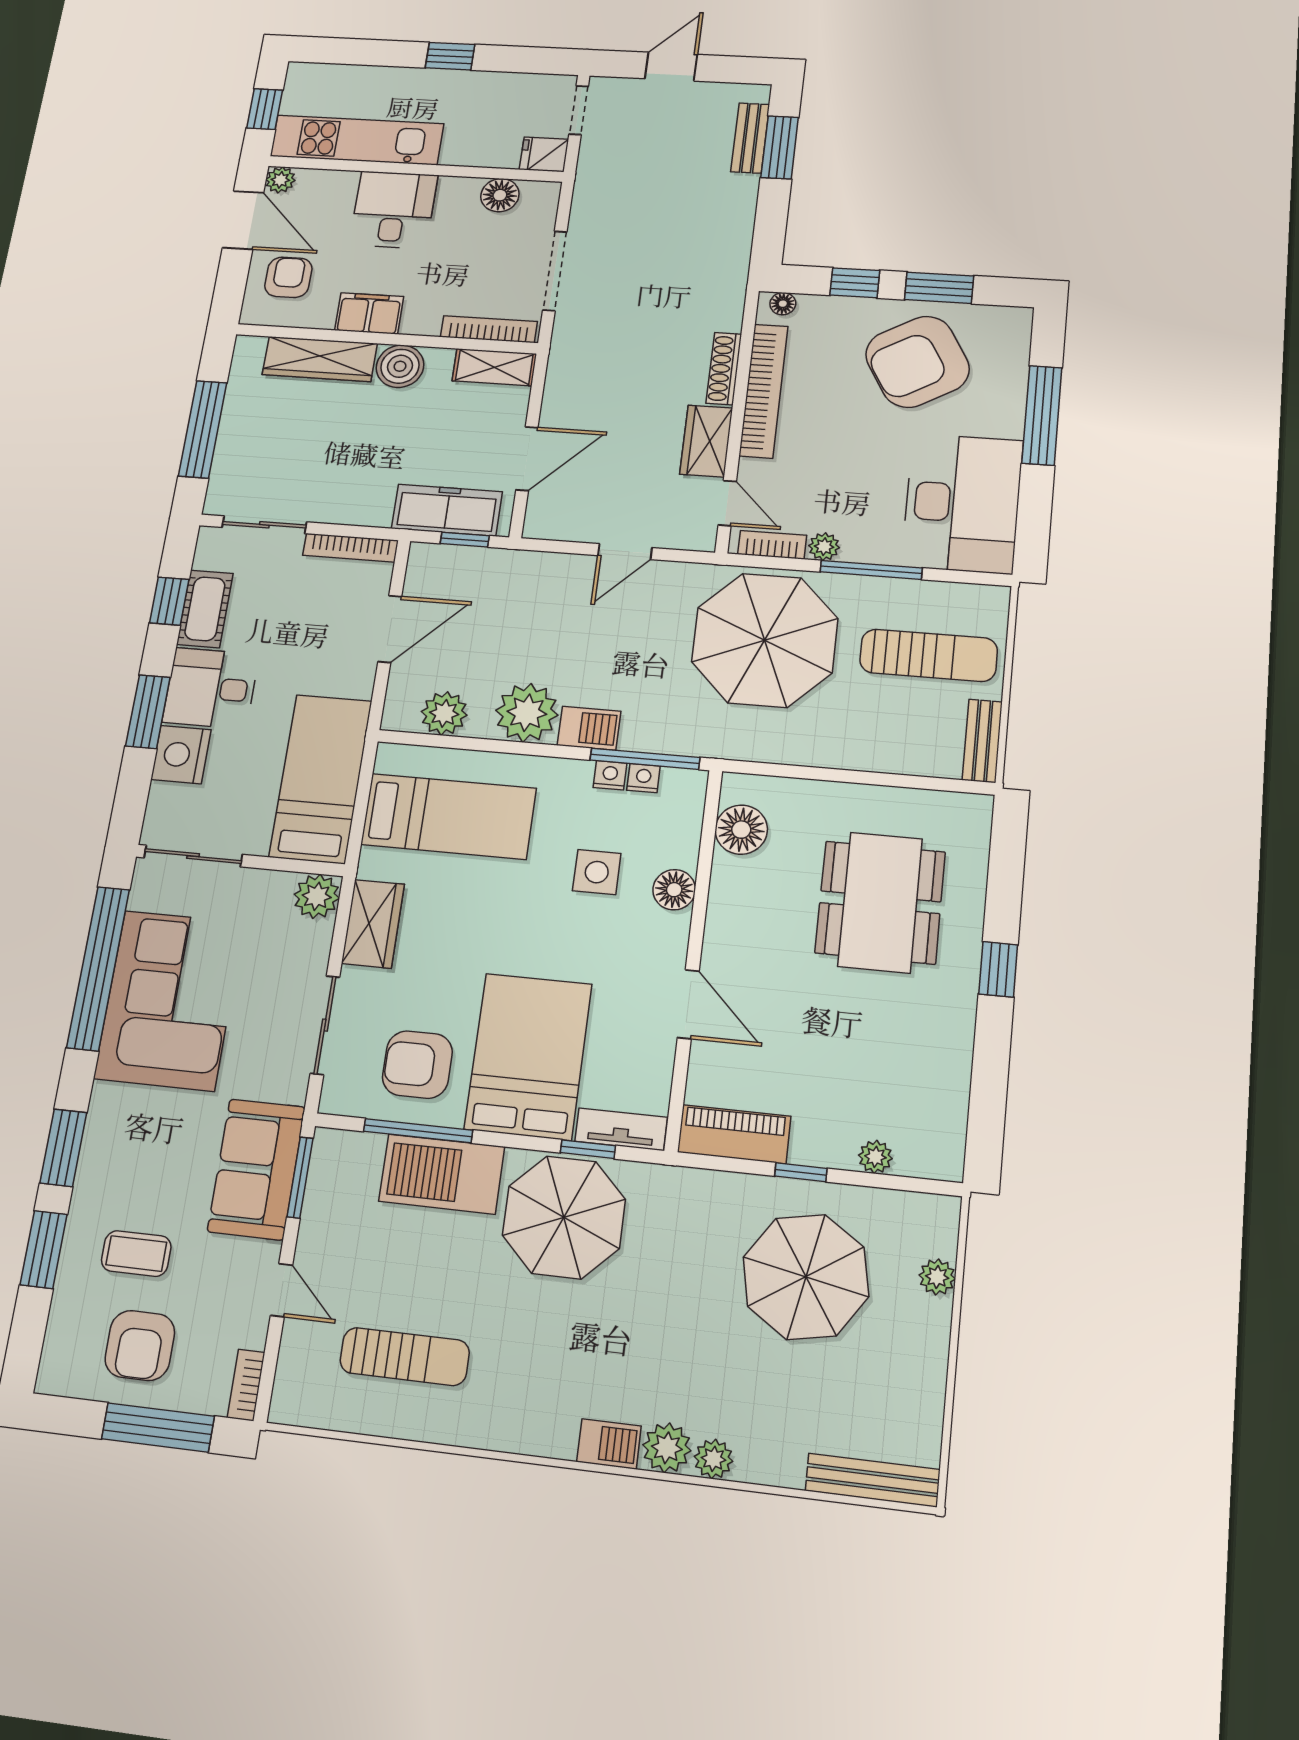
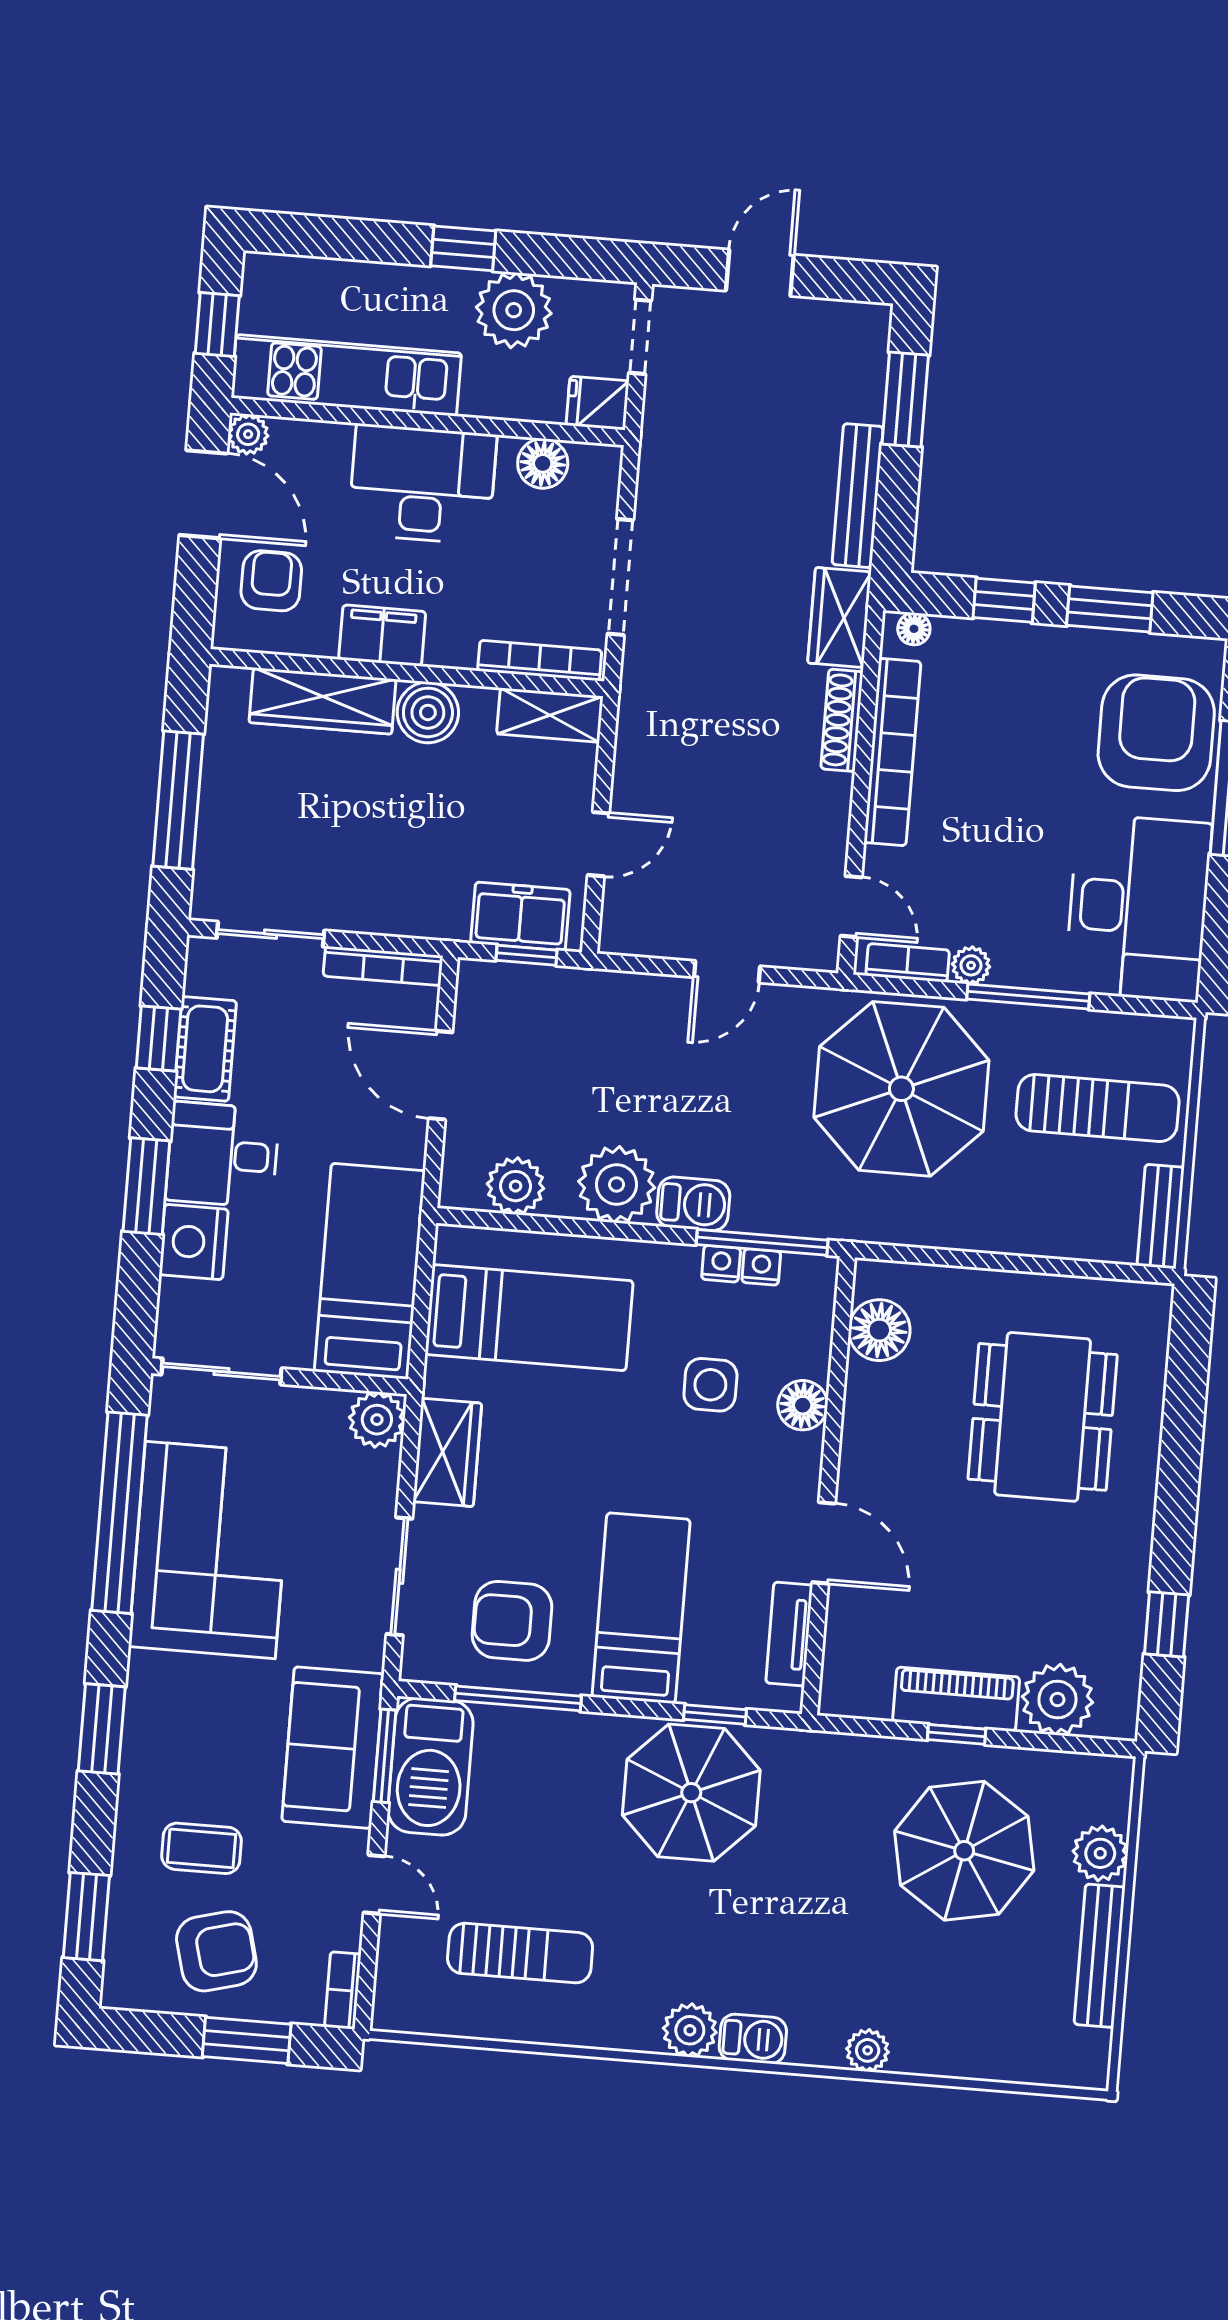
plant: (485, 95) -> (514, 310), added
bench: (750, 138) -> (858, 496), moved, width x1.36
desk: (394, 210) -> (422, 484), width x1.37
armchair: (917, 362) -> (1156, 733), moved, turned 120
wardrobe: (706, 441) -> (840, 617), moved
door: (527, 459) -> (598, 844), width x0.73
freezer: (447, 510) -> (520, 916), width x0.71
door: (390, 629) -> (441, 1075), swing flipped
window: (998, 969) -> (1167, 1624), moved
bed: (528, 1056) -> (641, 1608), width x0.67
tv unit: (621, 1129) -> (789, 1634), moved, turned -90
piano: (734, 1134) -> (956, 1699), moved
plant: (875, 1157) -> (1057, 1700), width x1.87, depth x1.87
barbecue: (442, 1174) -> (430, 1766), moved, turned -90
window: (44, 1250) -> (86, 1917), moved
plant: (937, 1277) -> (1100, 1853), width x1.38, depth x1.38
armchair: (140, 1345) -> (216, 1951), turned -105
window: (158, 1428) -> (247, 2040), width x0.69
plant: (667, 1448) -> (690, 2030), moved
bench: (873, 1480) -> (1100, 1956), moved, turned 90

